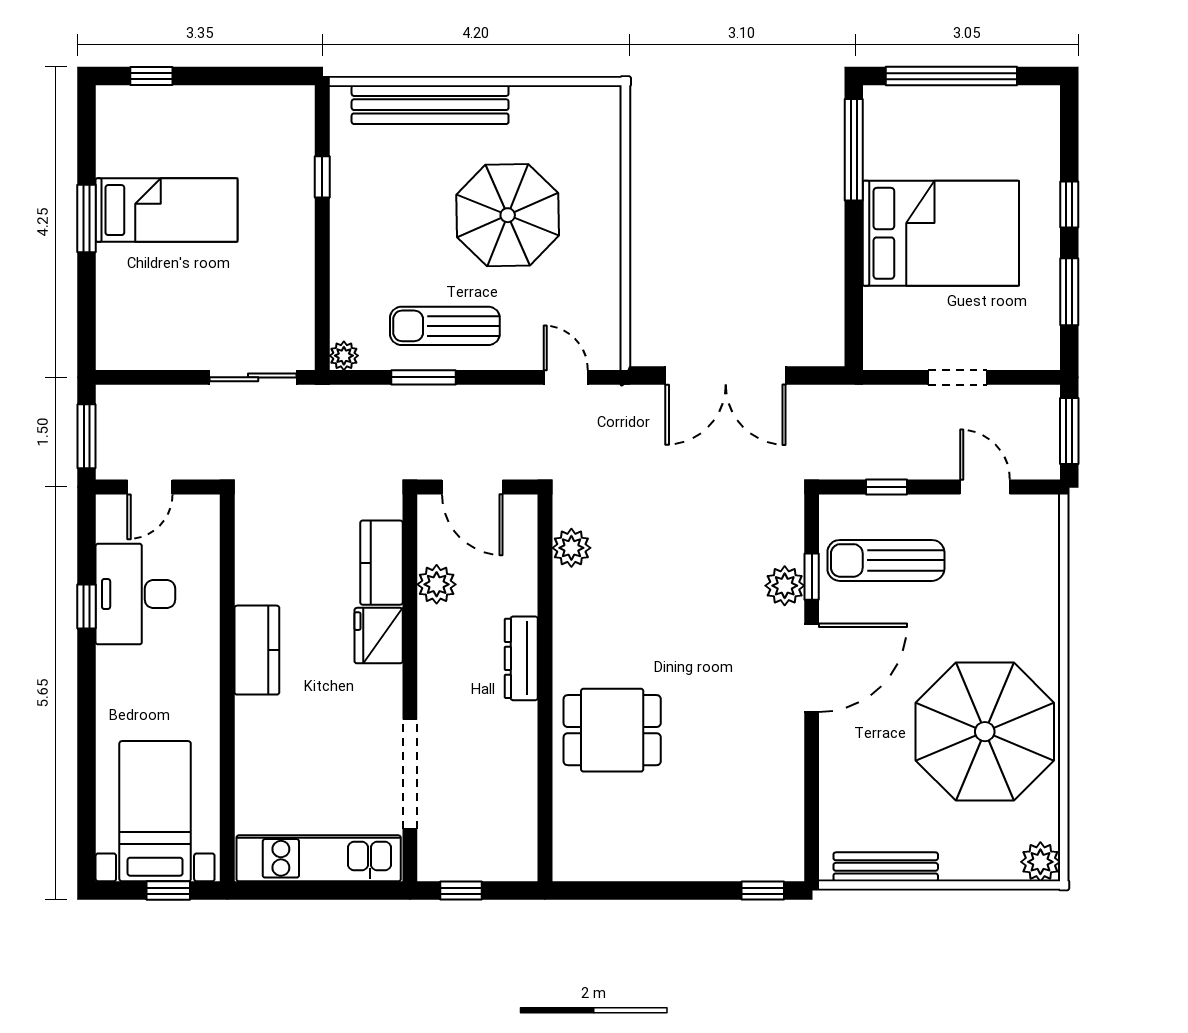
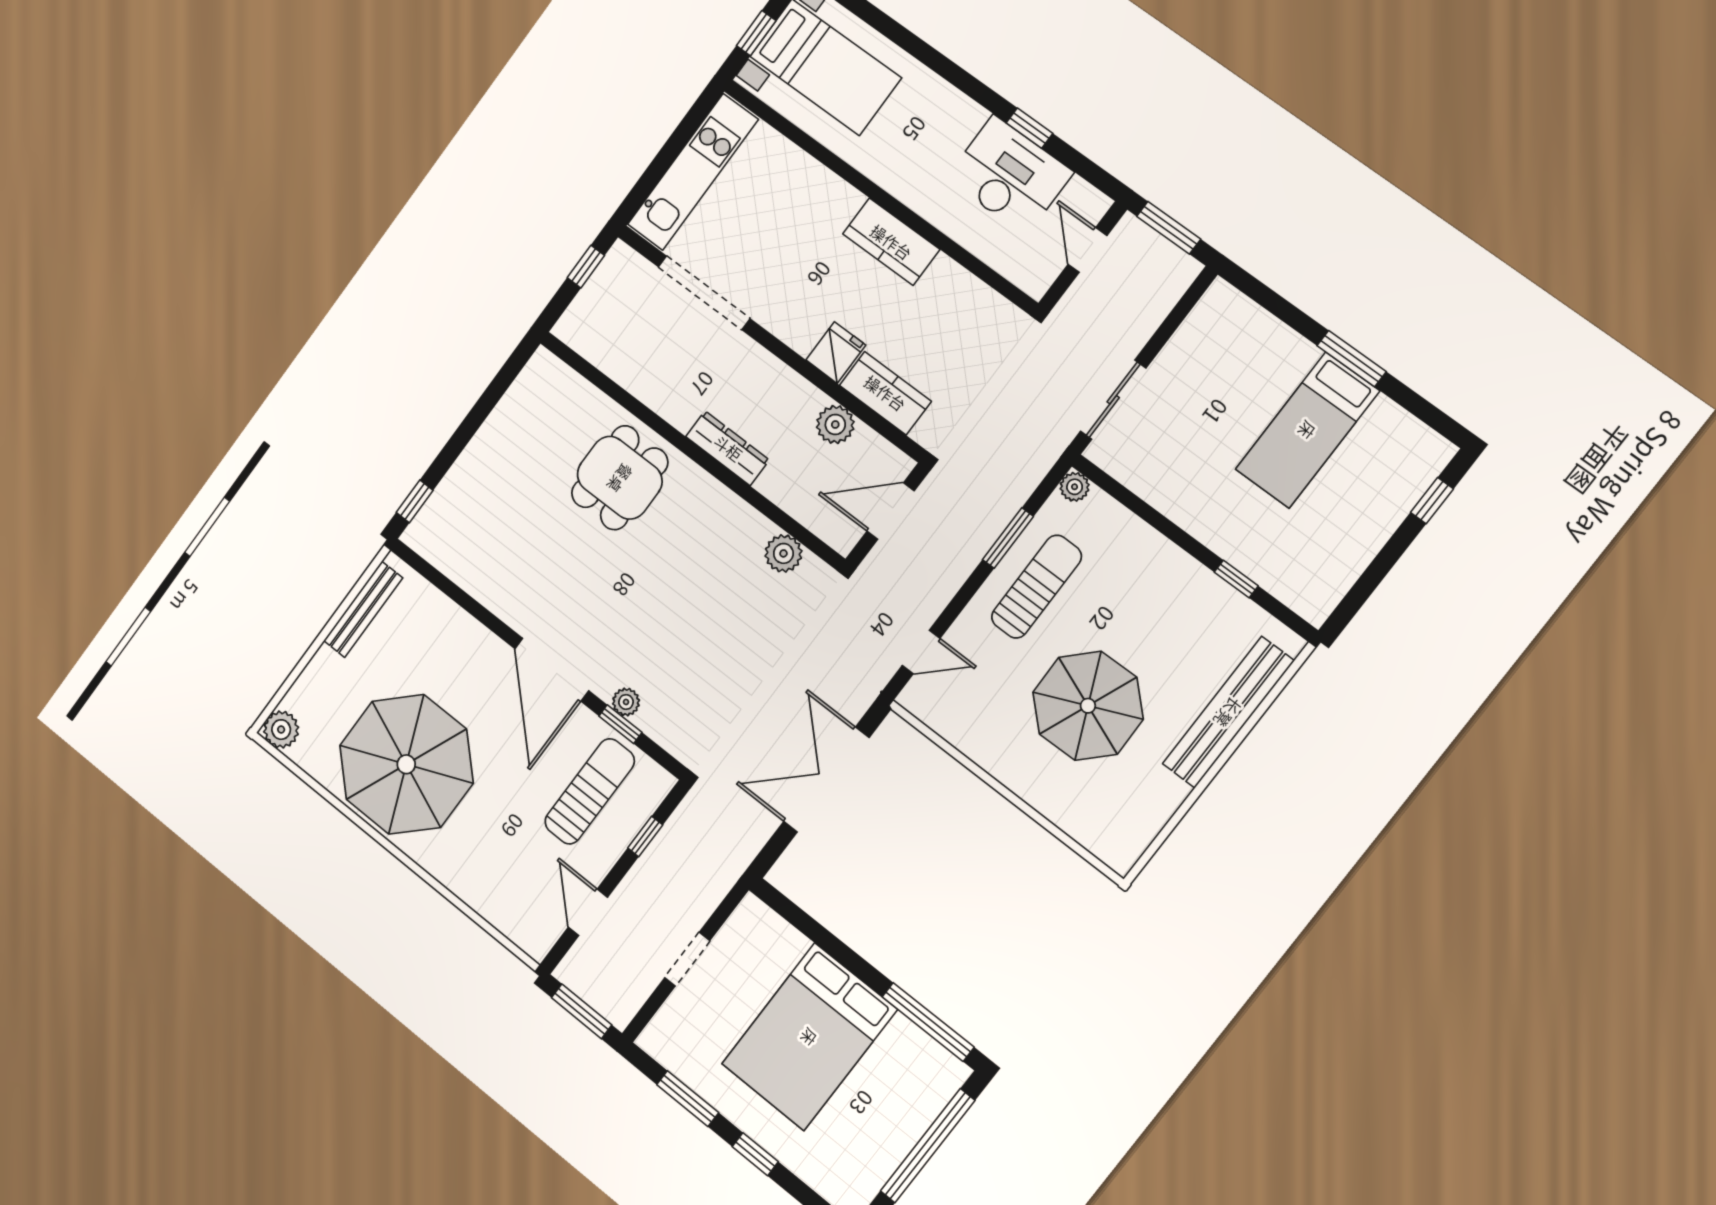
door: (985, 487) -> (588, 912), swing flipped
plant: (785, 586) -> (626, 702), width x0.73, depth x0.73
fridge: (379, 636) -> (836, 353), width x0.72

